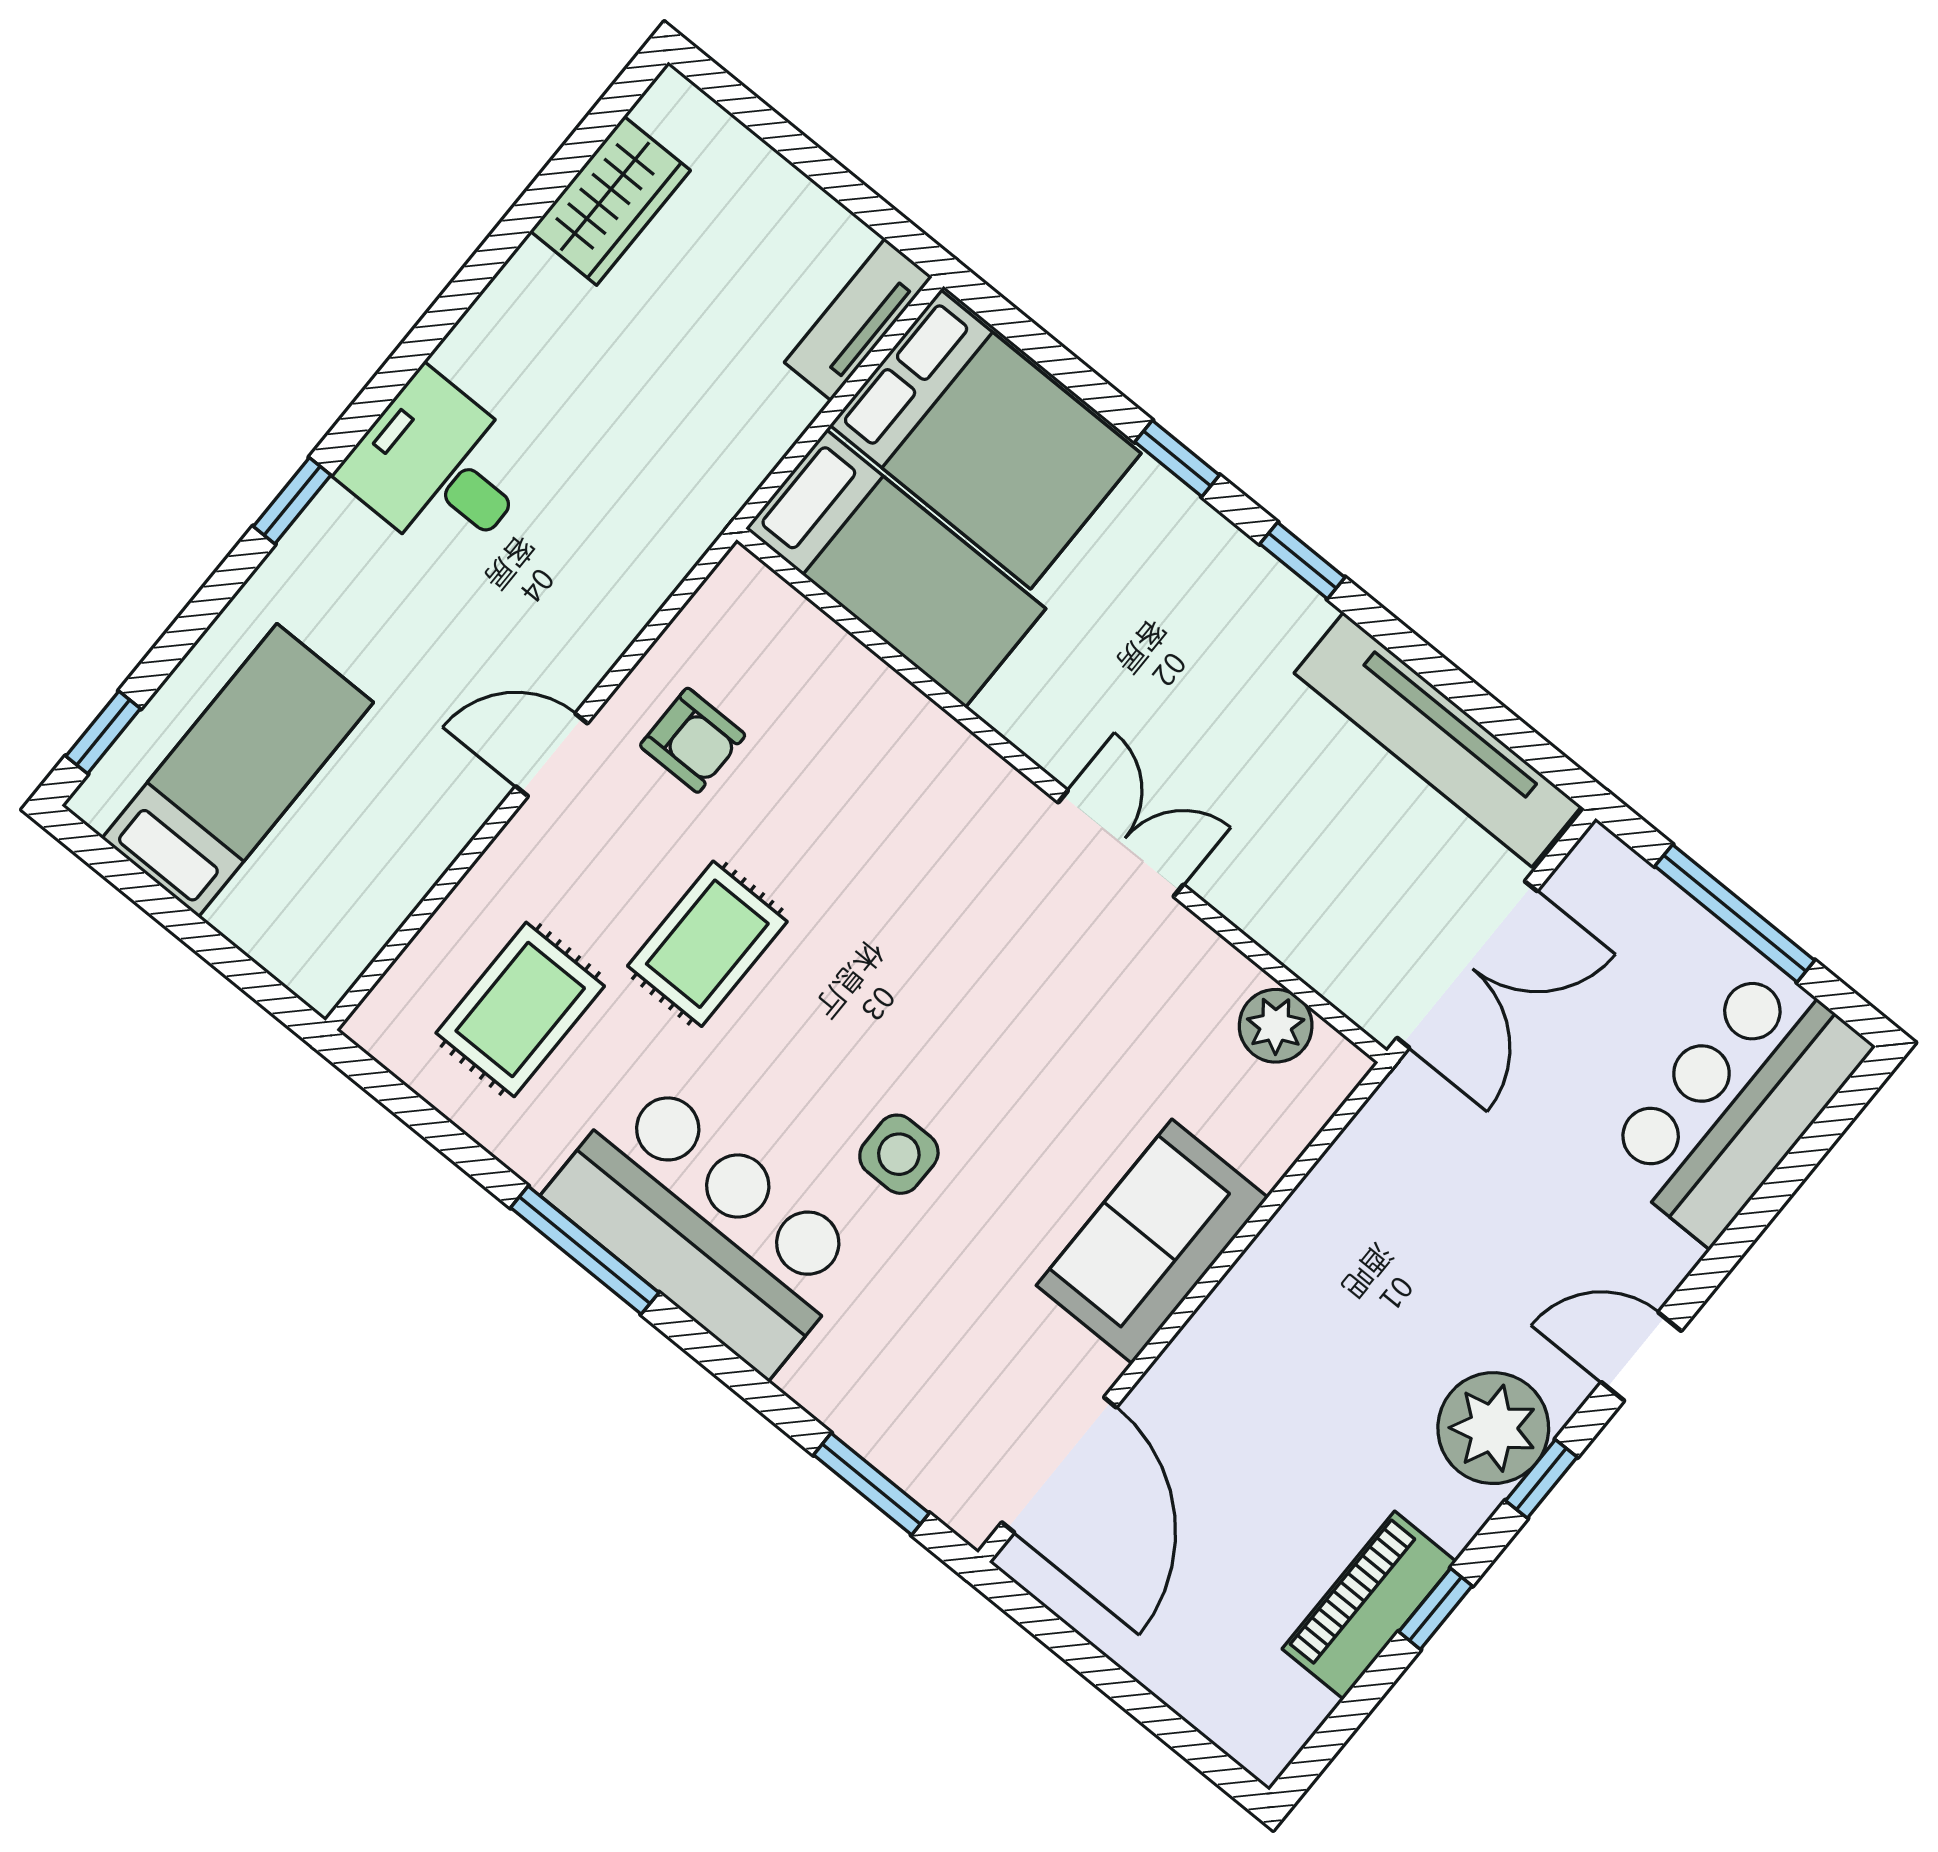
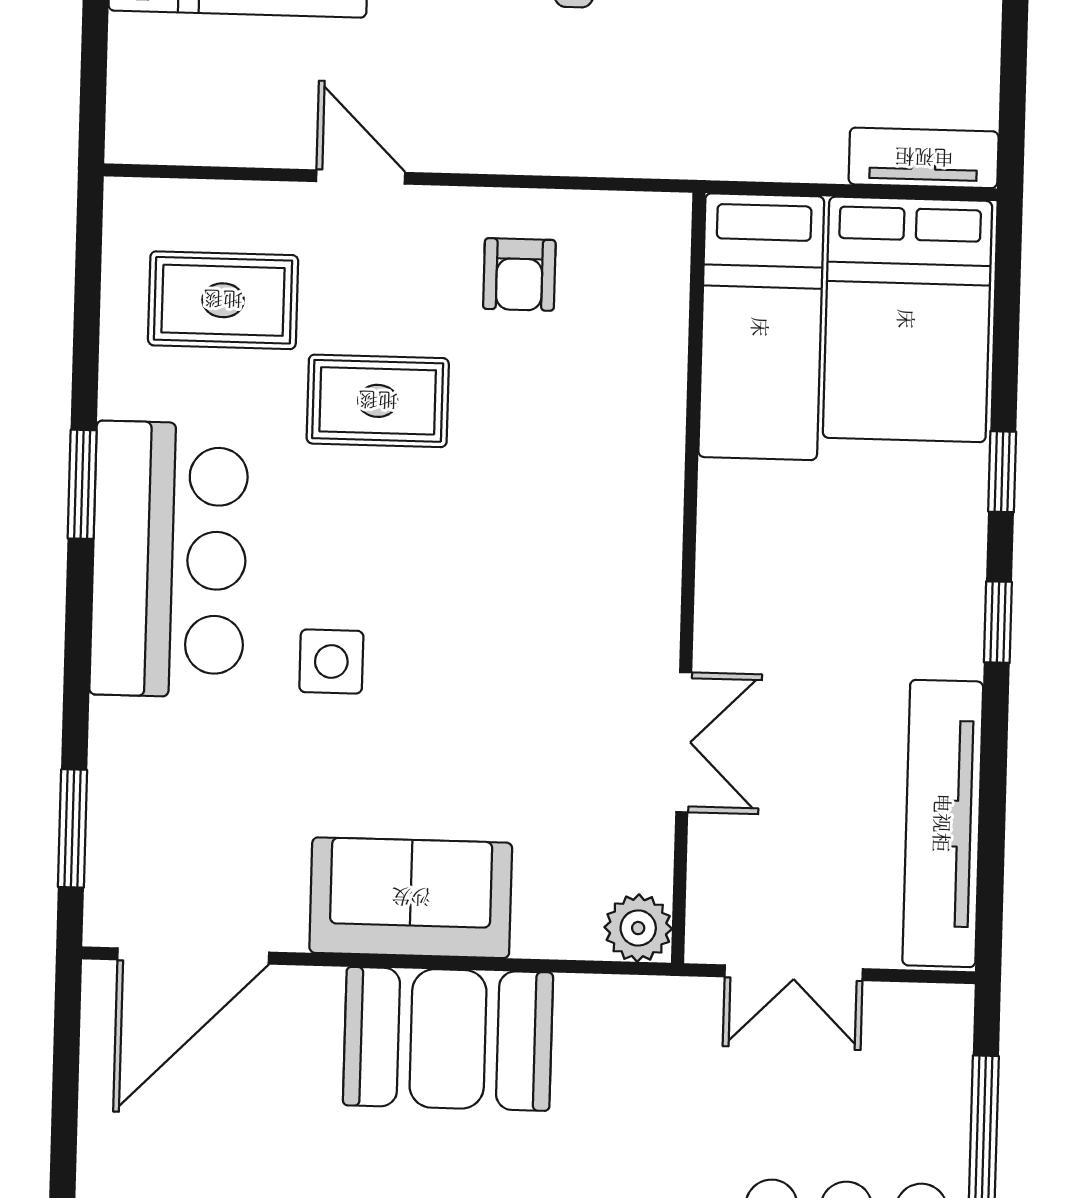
door: (552, 755) -> (361, 177), moved
double door: (1121, 843) -> (684, 742), moved
double door: (1467, 964) -> (794, 973), width x0.73
plant: (1276, 1026) -> (638, 928), moved
window: (585, 1250) -> (82, 484), width x0.69
booth: (1297, 1302) -> (448, 1039), added

